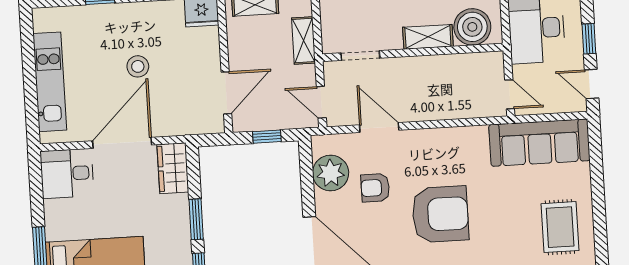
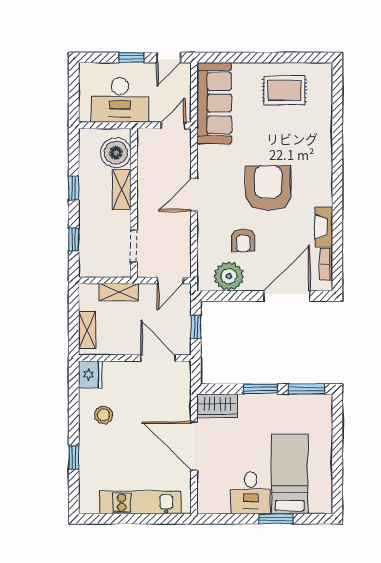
stool: (138, 66) -> (104, 415), moved
door: (379, 128) -> (194, 195), moved
desk: (67, 173) -> (251, 493), moved

